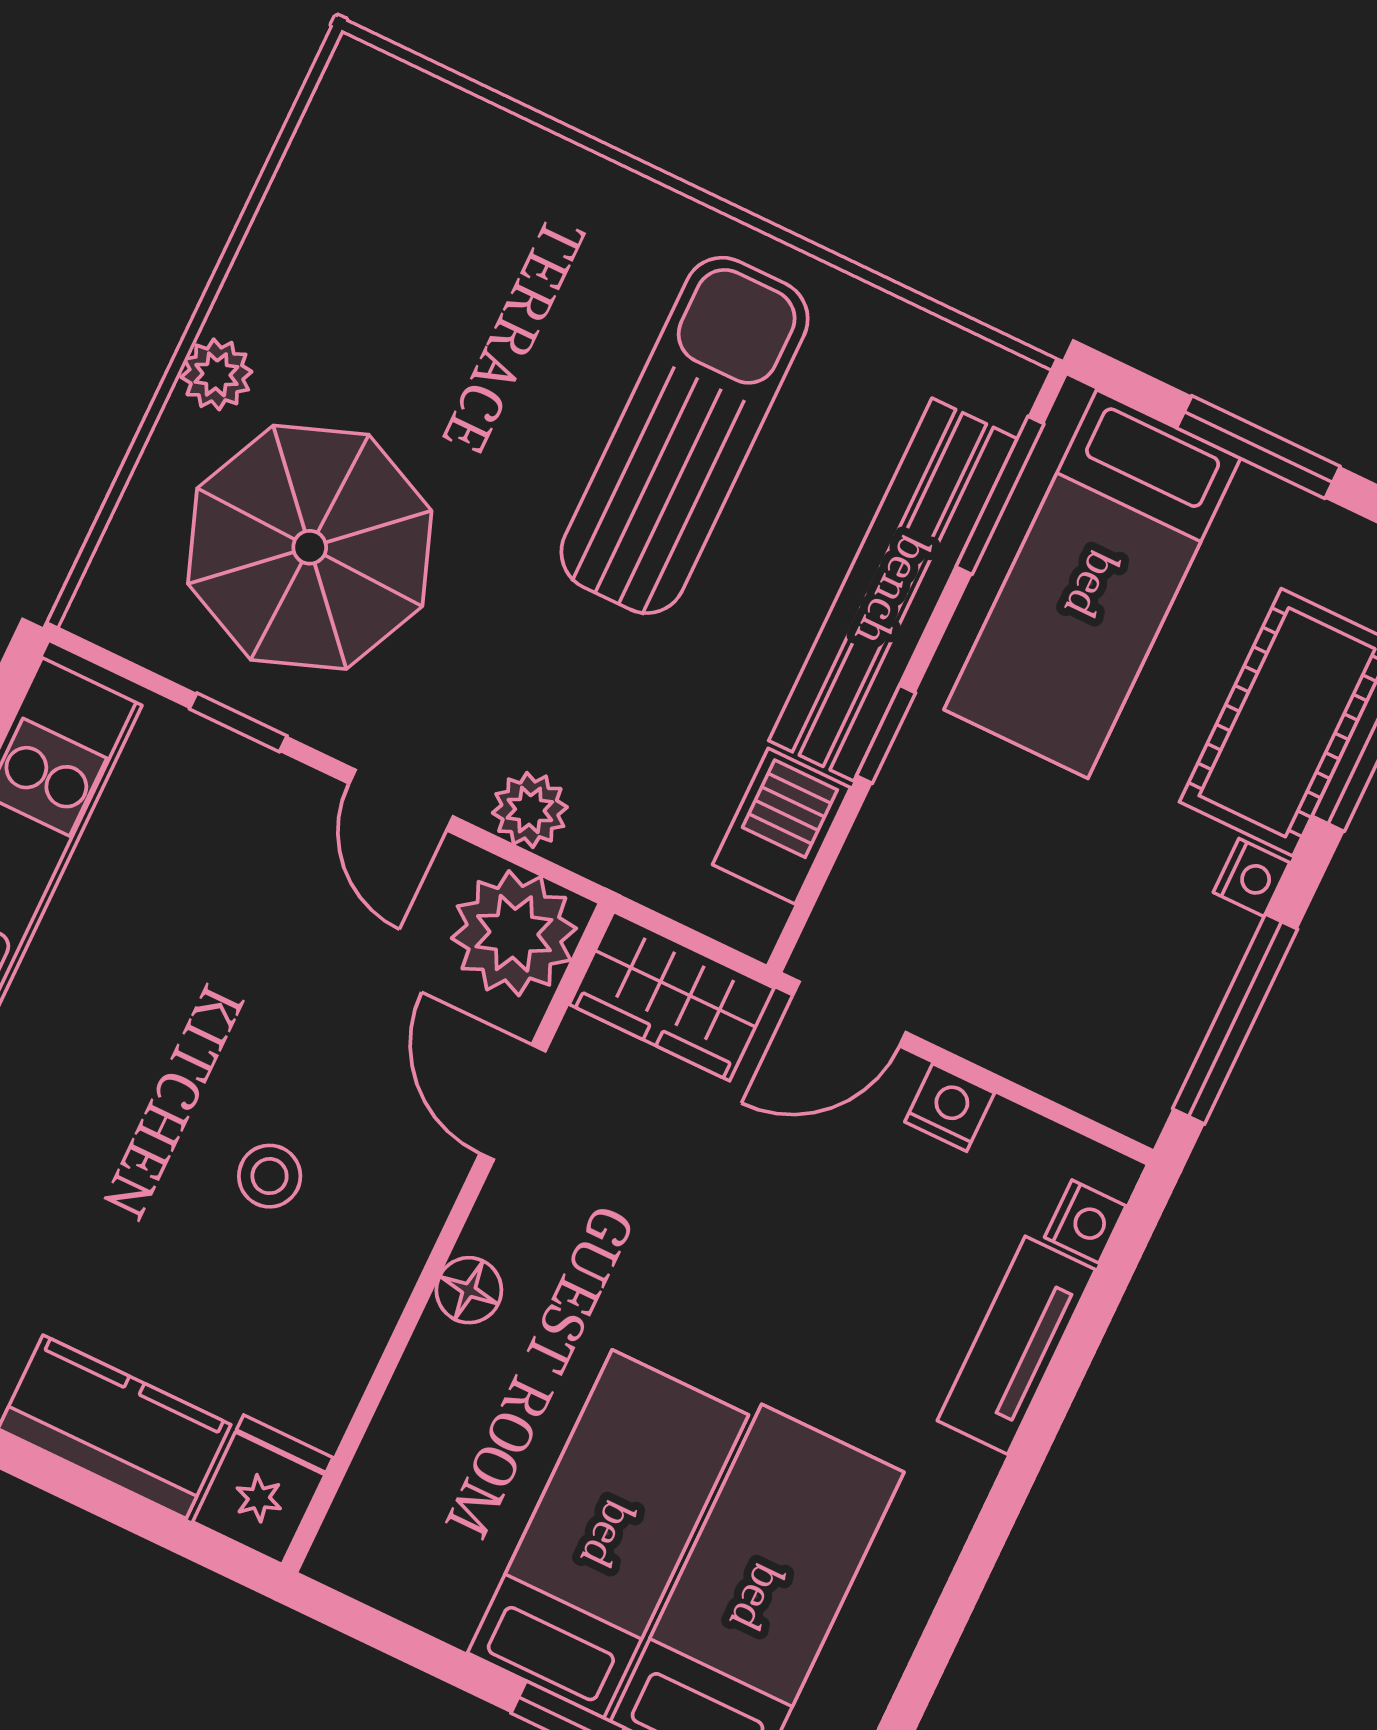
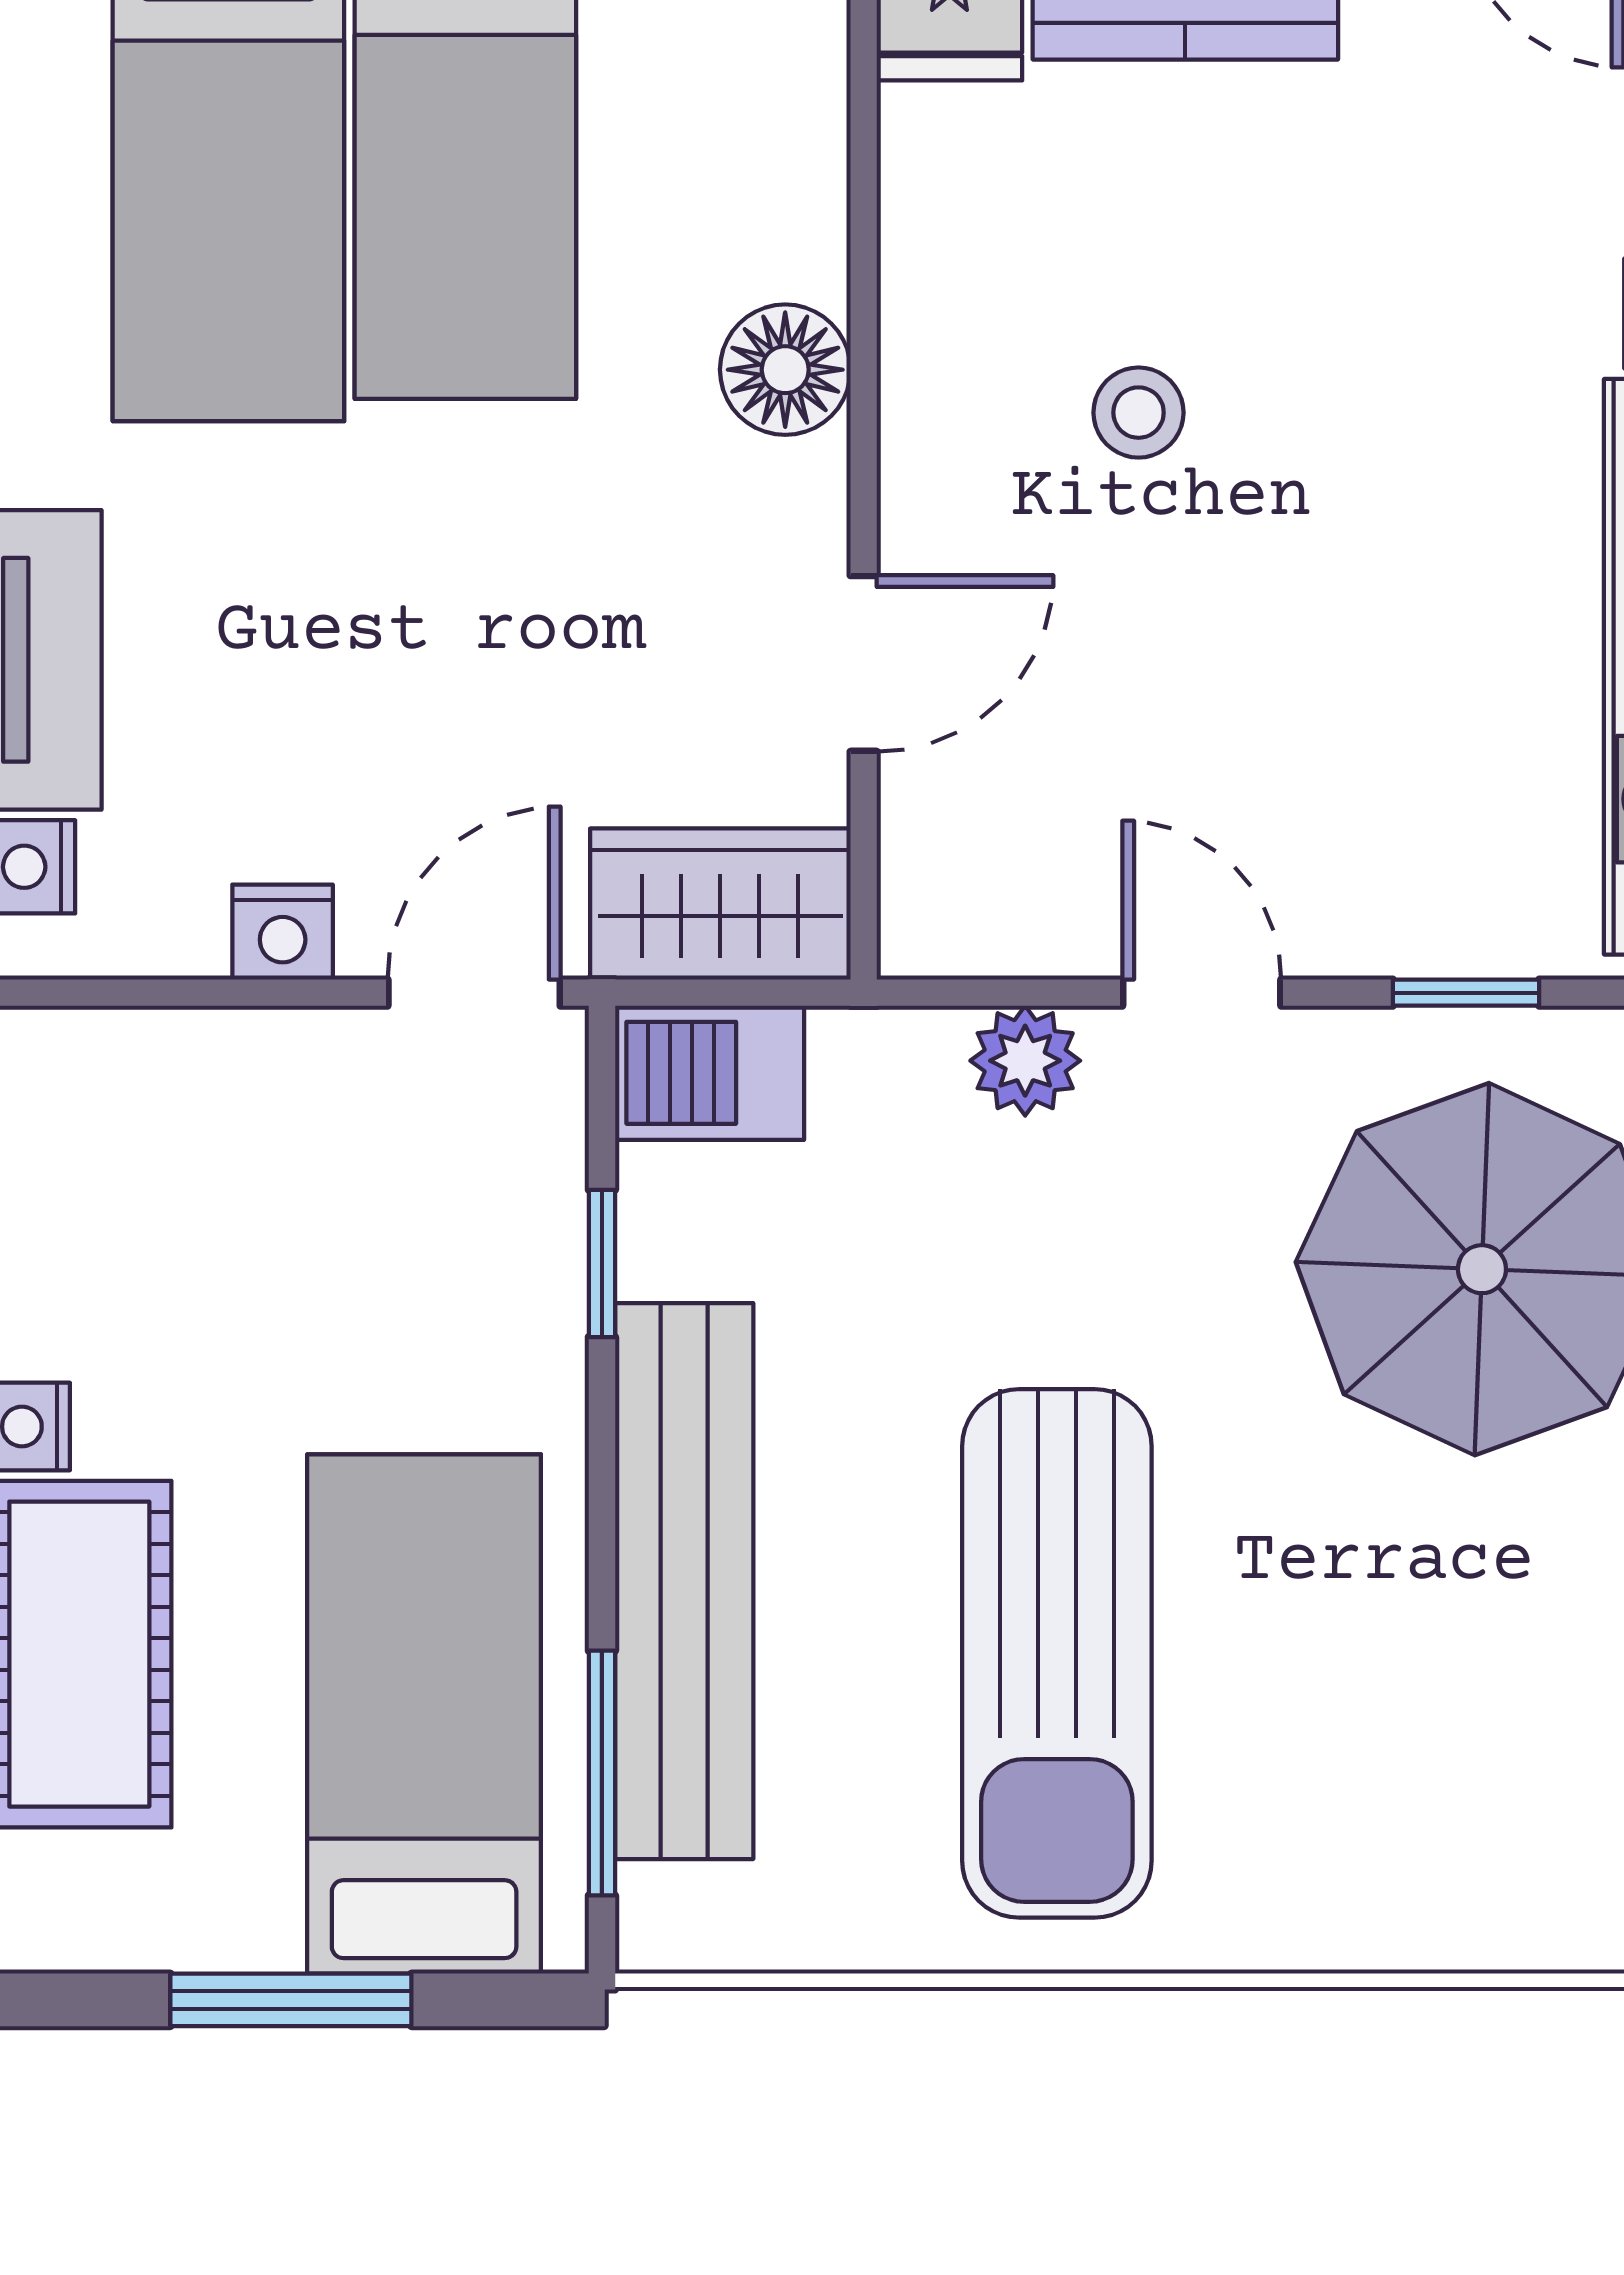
window: (886, 734) -> (602, 1263), moved
barbecue: (782, 826) -> (710, 1073), moved, turned 90
plant: (514, 933) -> (969, 888), removed
door: (513, 1102) -> (864, 663), hinge flipped
floor lamp: (469, 1290) -> (785, 370), width x1.37, depth x1.37

